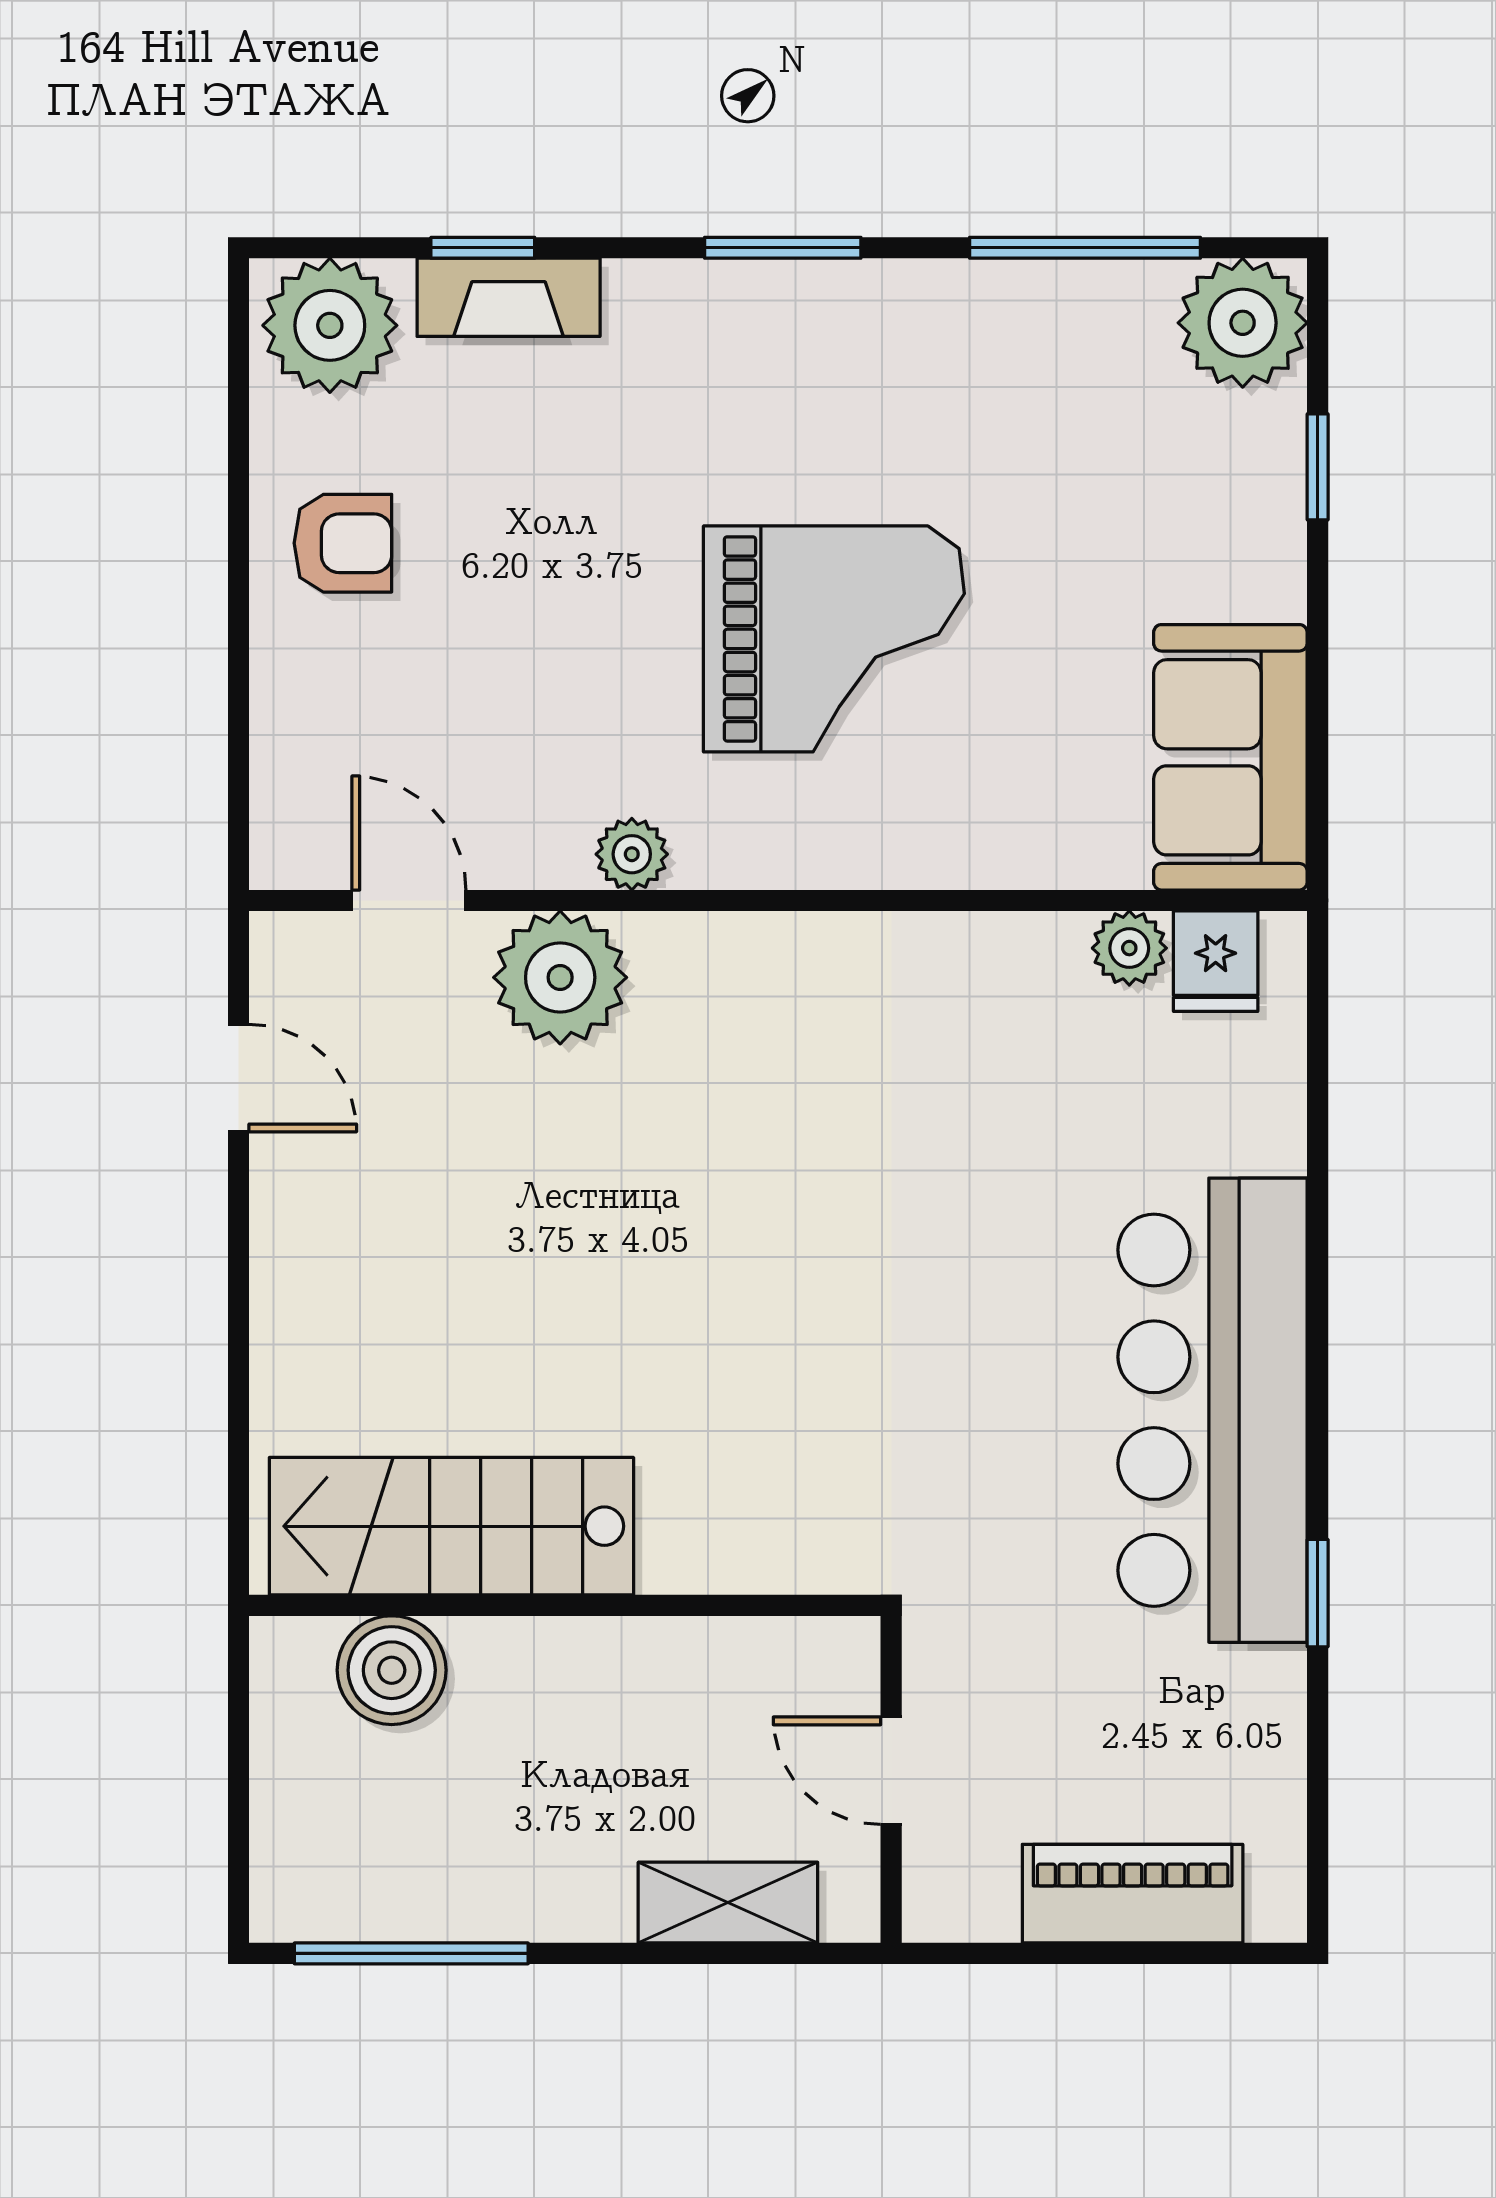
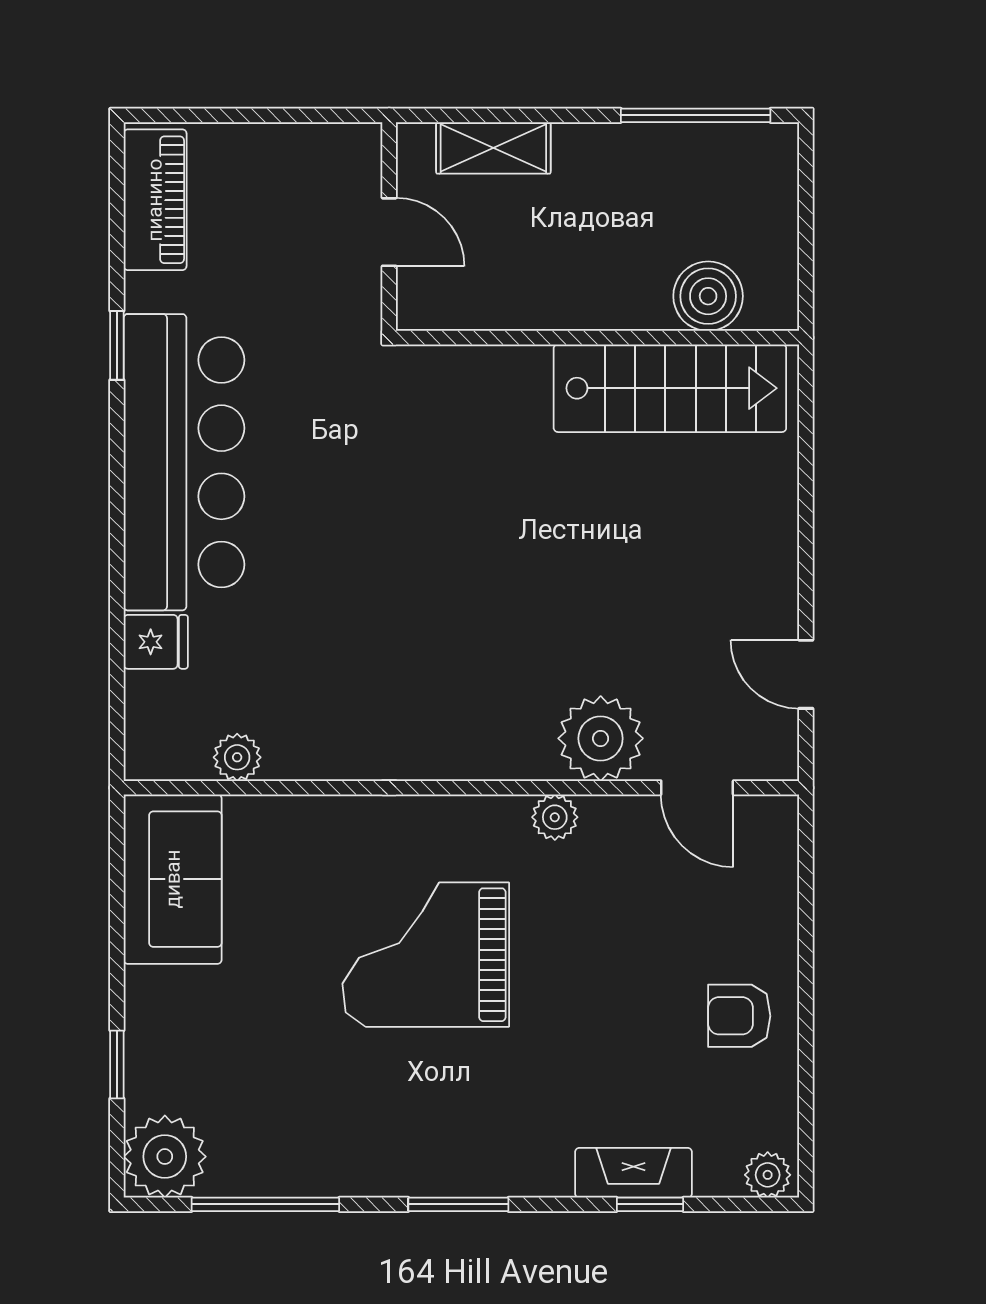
plant: (330, 325) -> (768, 1175), width x0.53, depth x0.53
fridge: (1216, 961) -> (156, 642), moved, turned 90
piano: (1133, 1894) -> (155, 200), moved, turned -90

